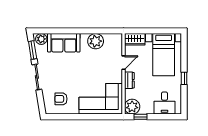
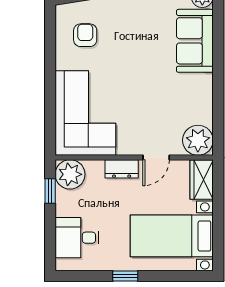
plant: (96, 41) -> (198, 140), moved
door: (123, 63) -> (156, 158), hinge flipped

